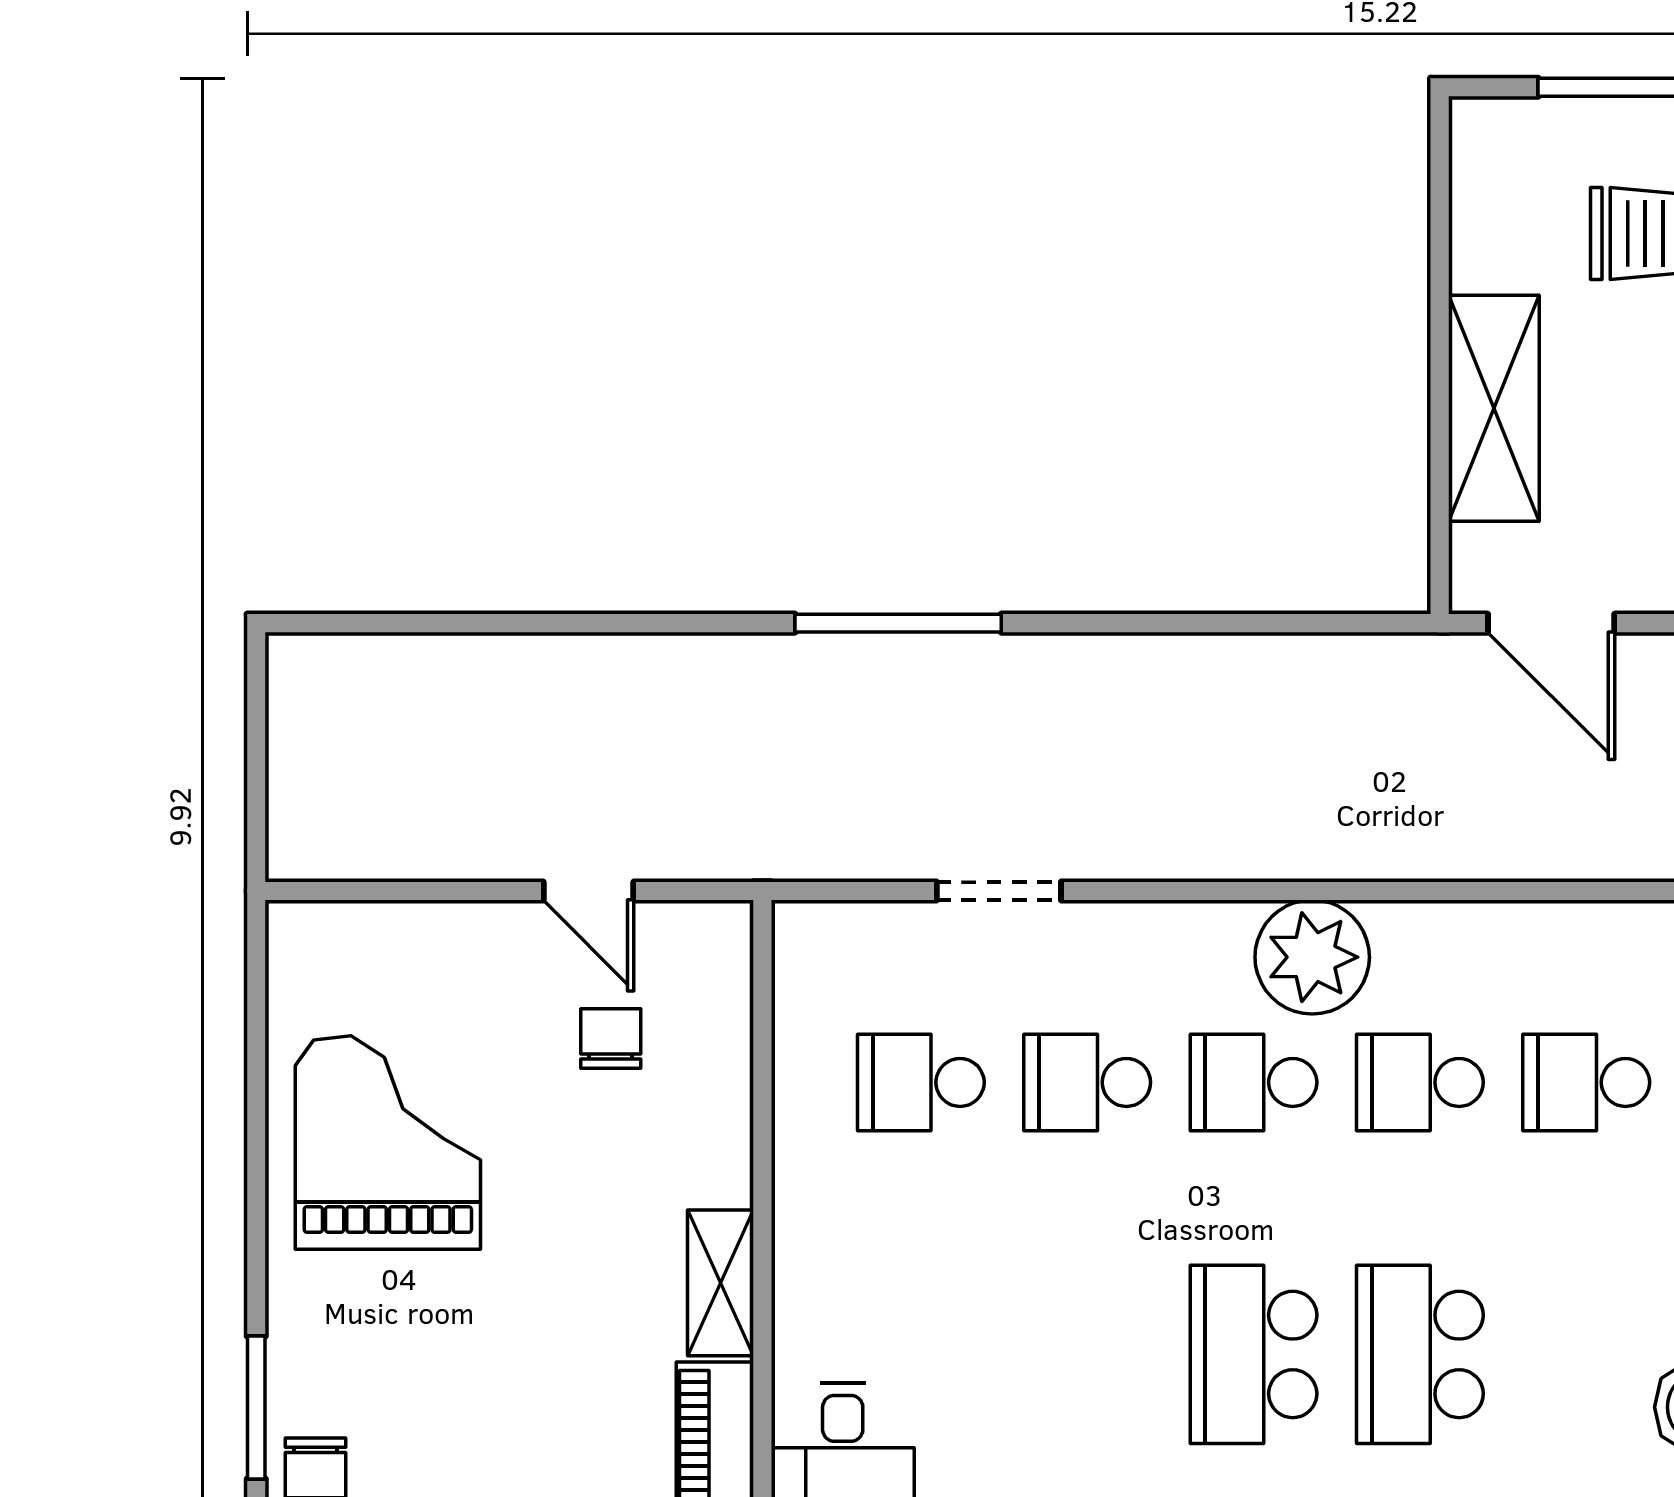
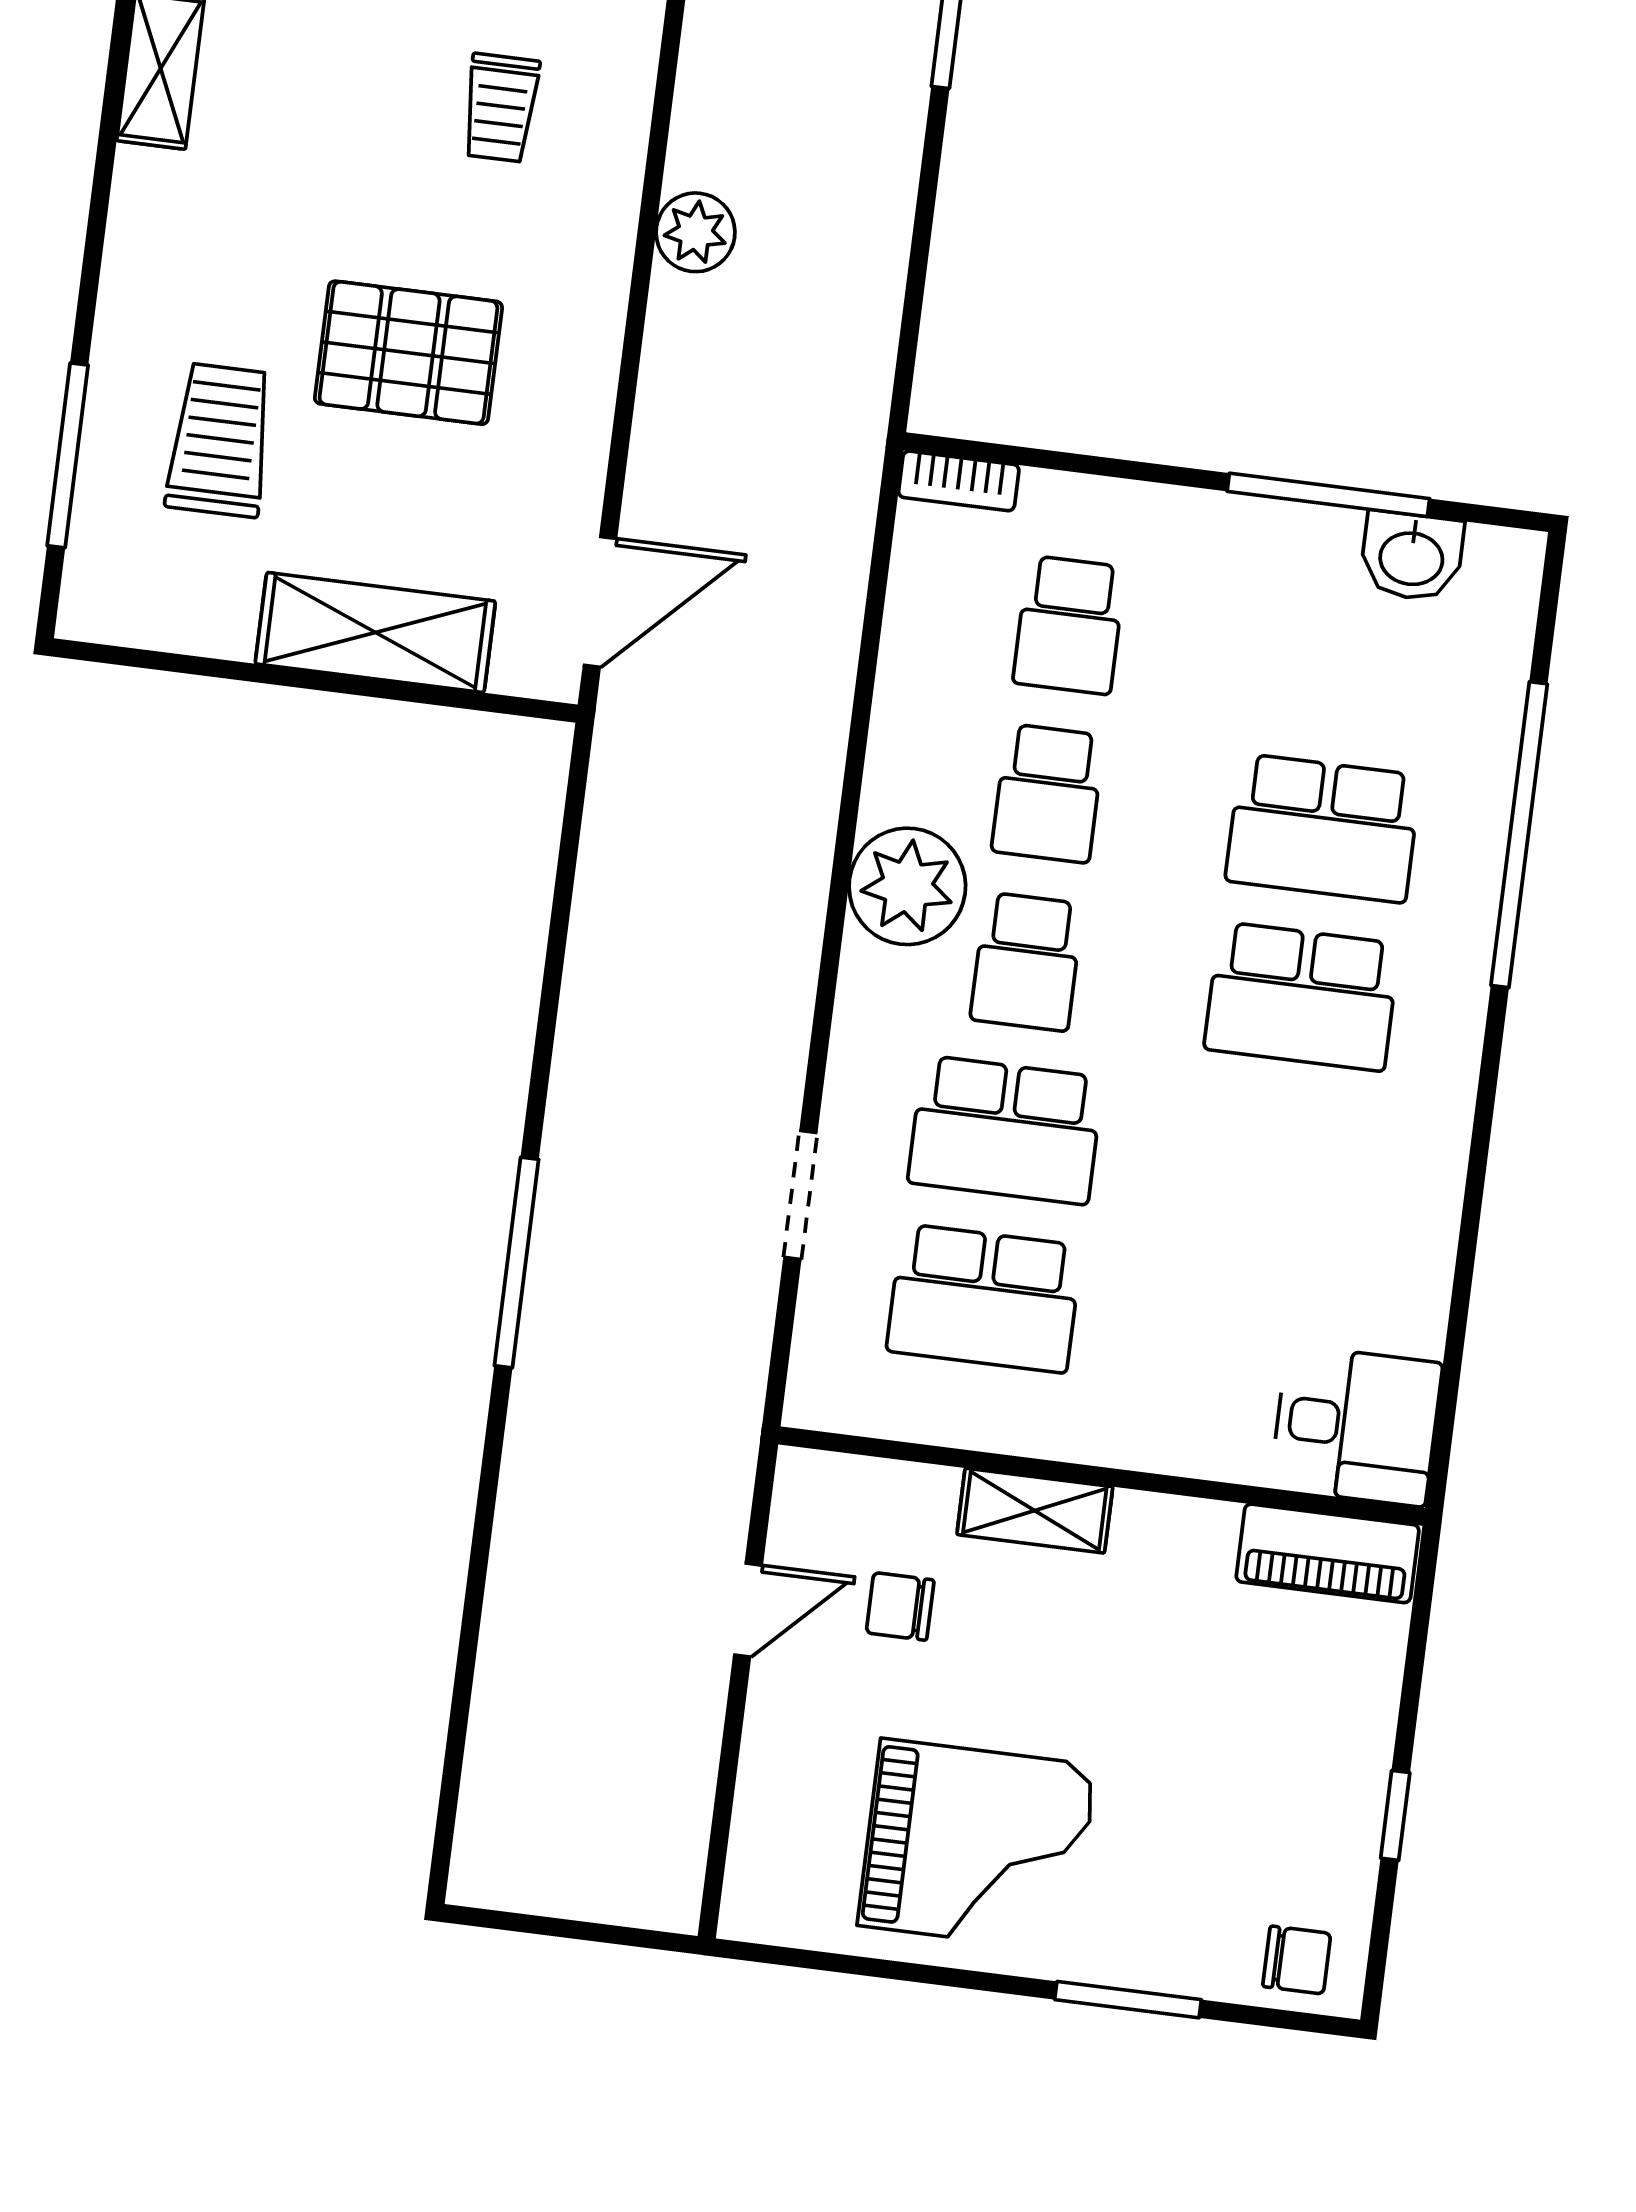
school desk: (921, 1082) -> (984, 1298), width x1.85
school desk: (1087, 1082) -> (1005, 1130), width x1.85
grand piano: (388, 1143) -> (977, 1845), turned 180
shelving: (721, 1283) -> (1035, 1511), moved
window: (256, 1408) -> (1128, 2000), moved

